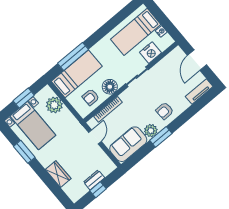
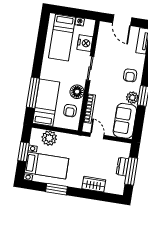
window: (98, 190) -> (131, 171), width x2.17

